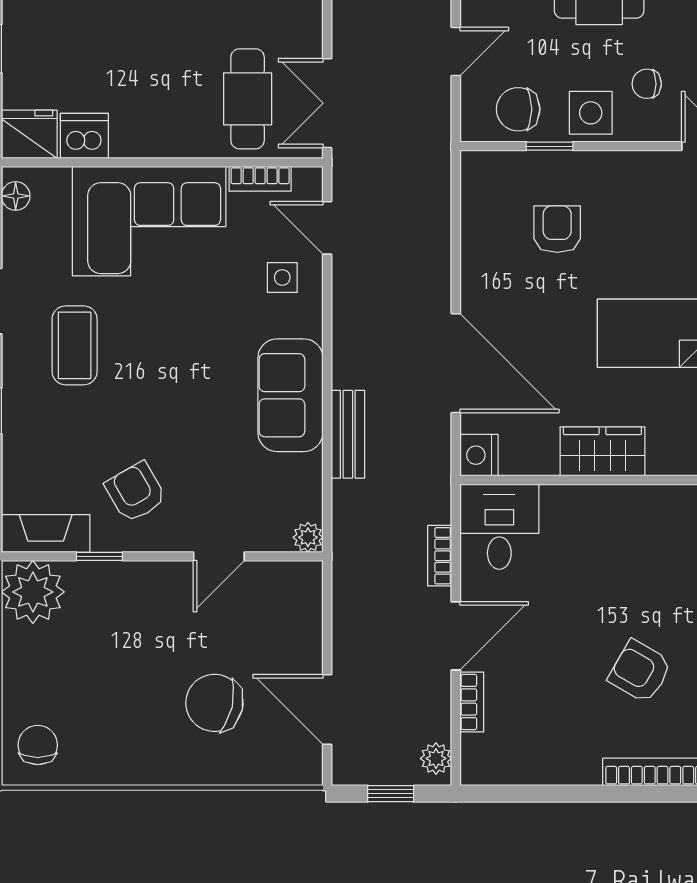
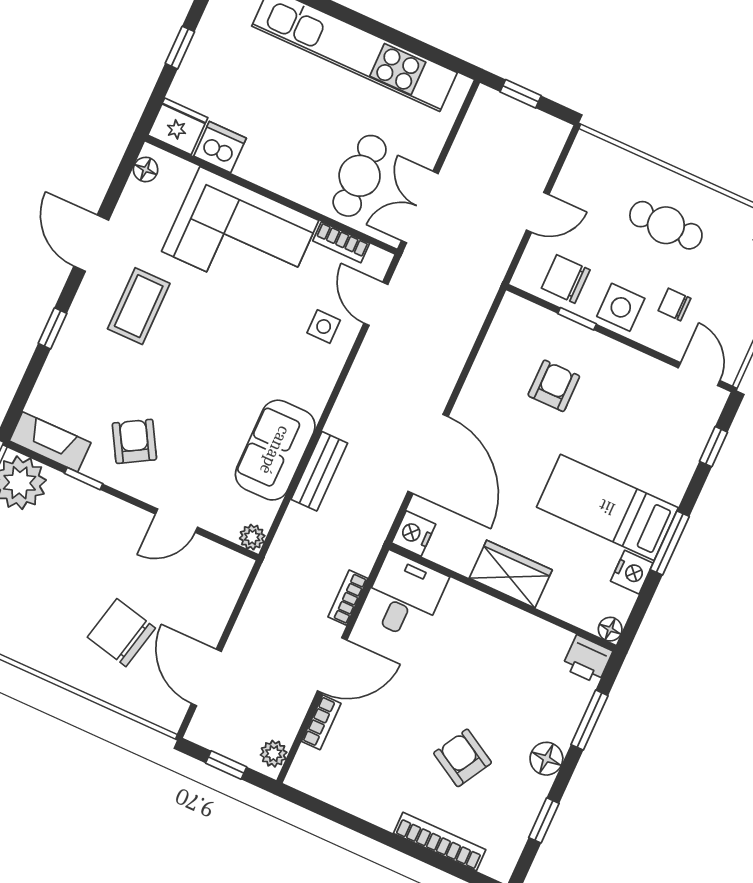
sofa: (290, 395) -> (275, 450), moved

